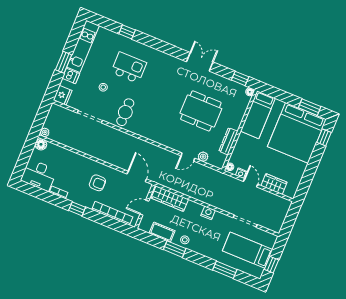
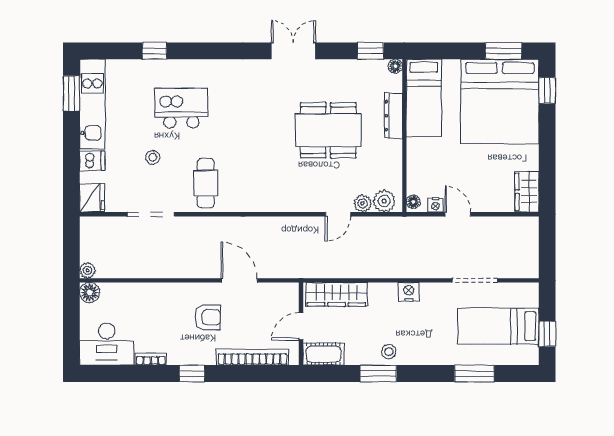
window: (64, 62) -> (71, 93), moved
dresser: (228, 141) -> (393, 116), moved
plant: (215, 160) -> (384, 201), added
door: (137, 176) -> (239, 280), moved
wardrobe: (274, 184) -> (527, 192), moved, turned -90
cot: (162, 232) -> (323, 354), moved

